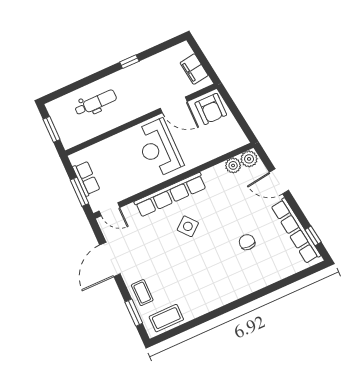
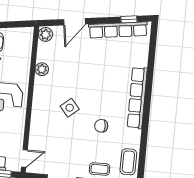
plant: (233, 165) -> (42, 69), moved
row of seats: (170, 195) -> (137, 98), moved, turned 180
chair: (247, 242) -> (101, 126), moved

